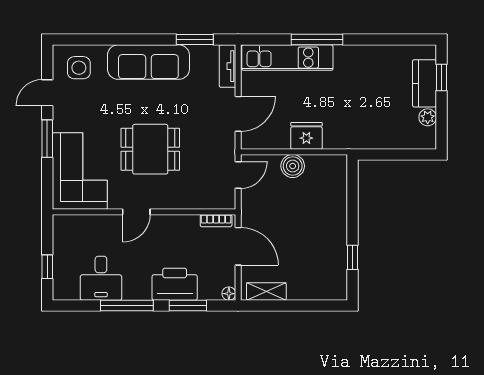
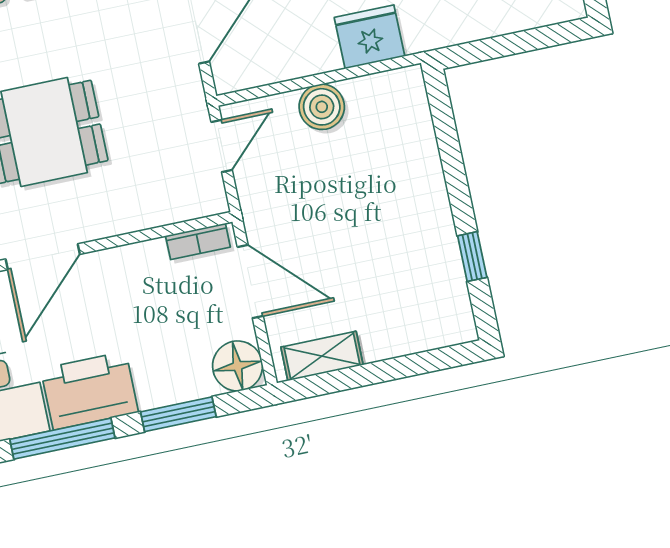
fridge: (306, 136) -> (369, 37), moved
door: (136, 212) -> (43, 257), width x1.38
printer: (175, 284) -> (89, 391), moved
floor lamp: (229, 294) -> (238, 366), width x1.89, depth x1.89

